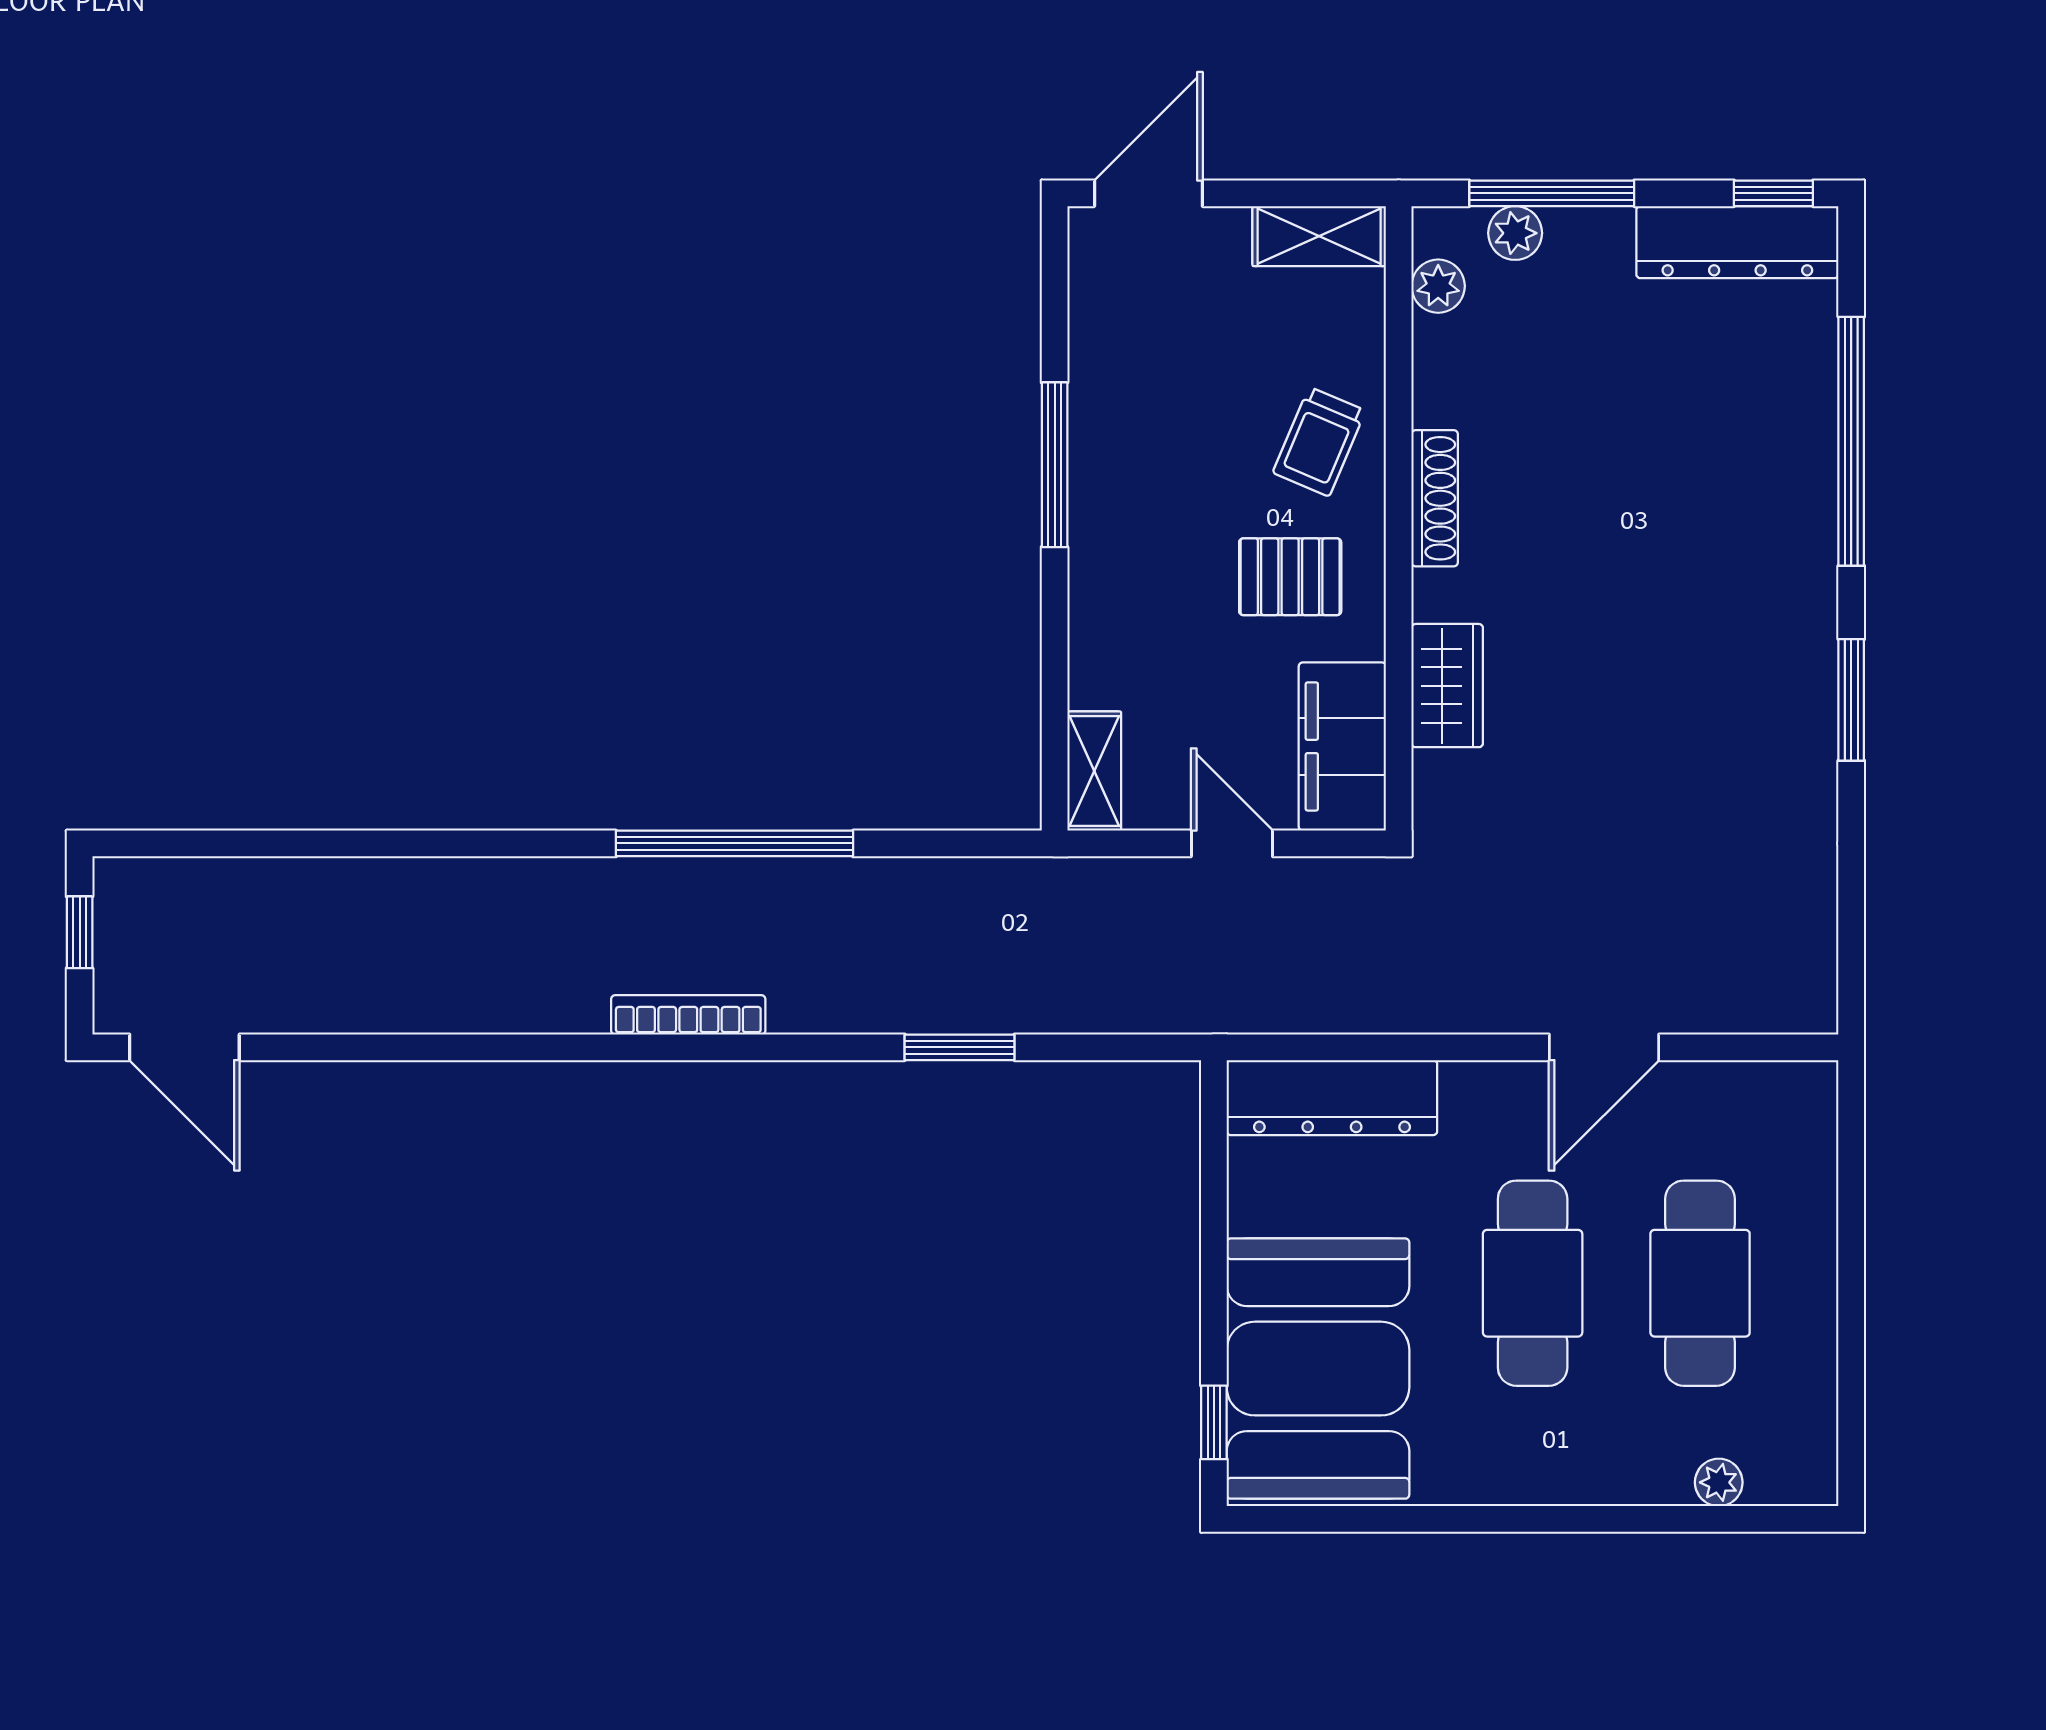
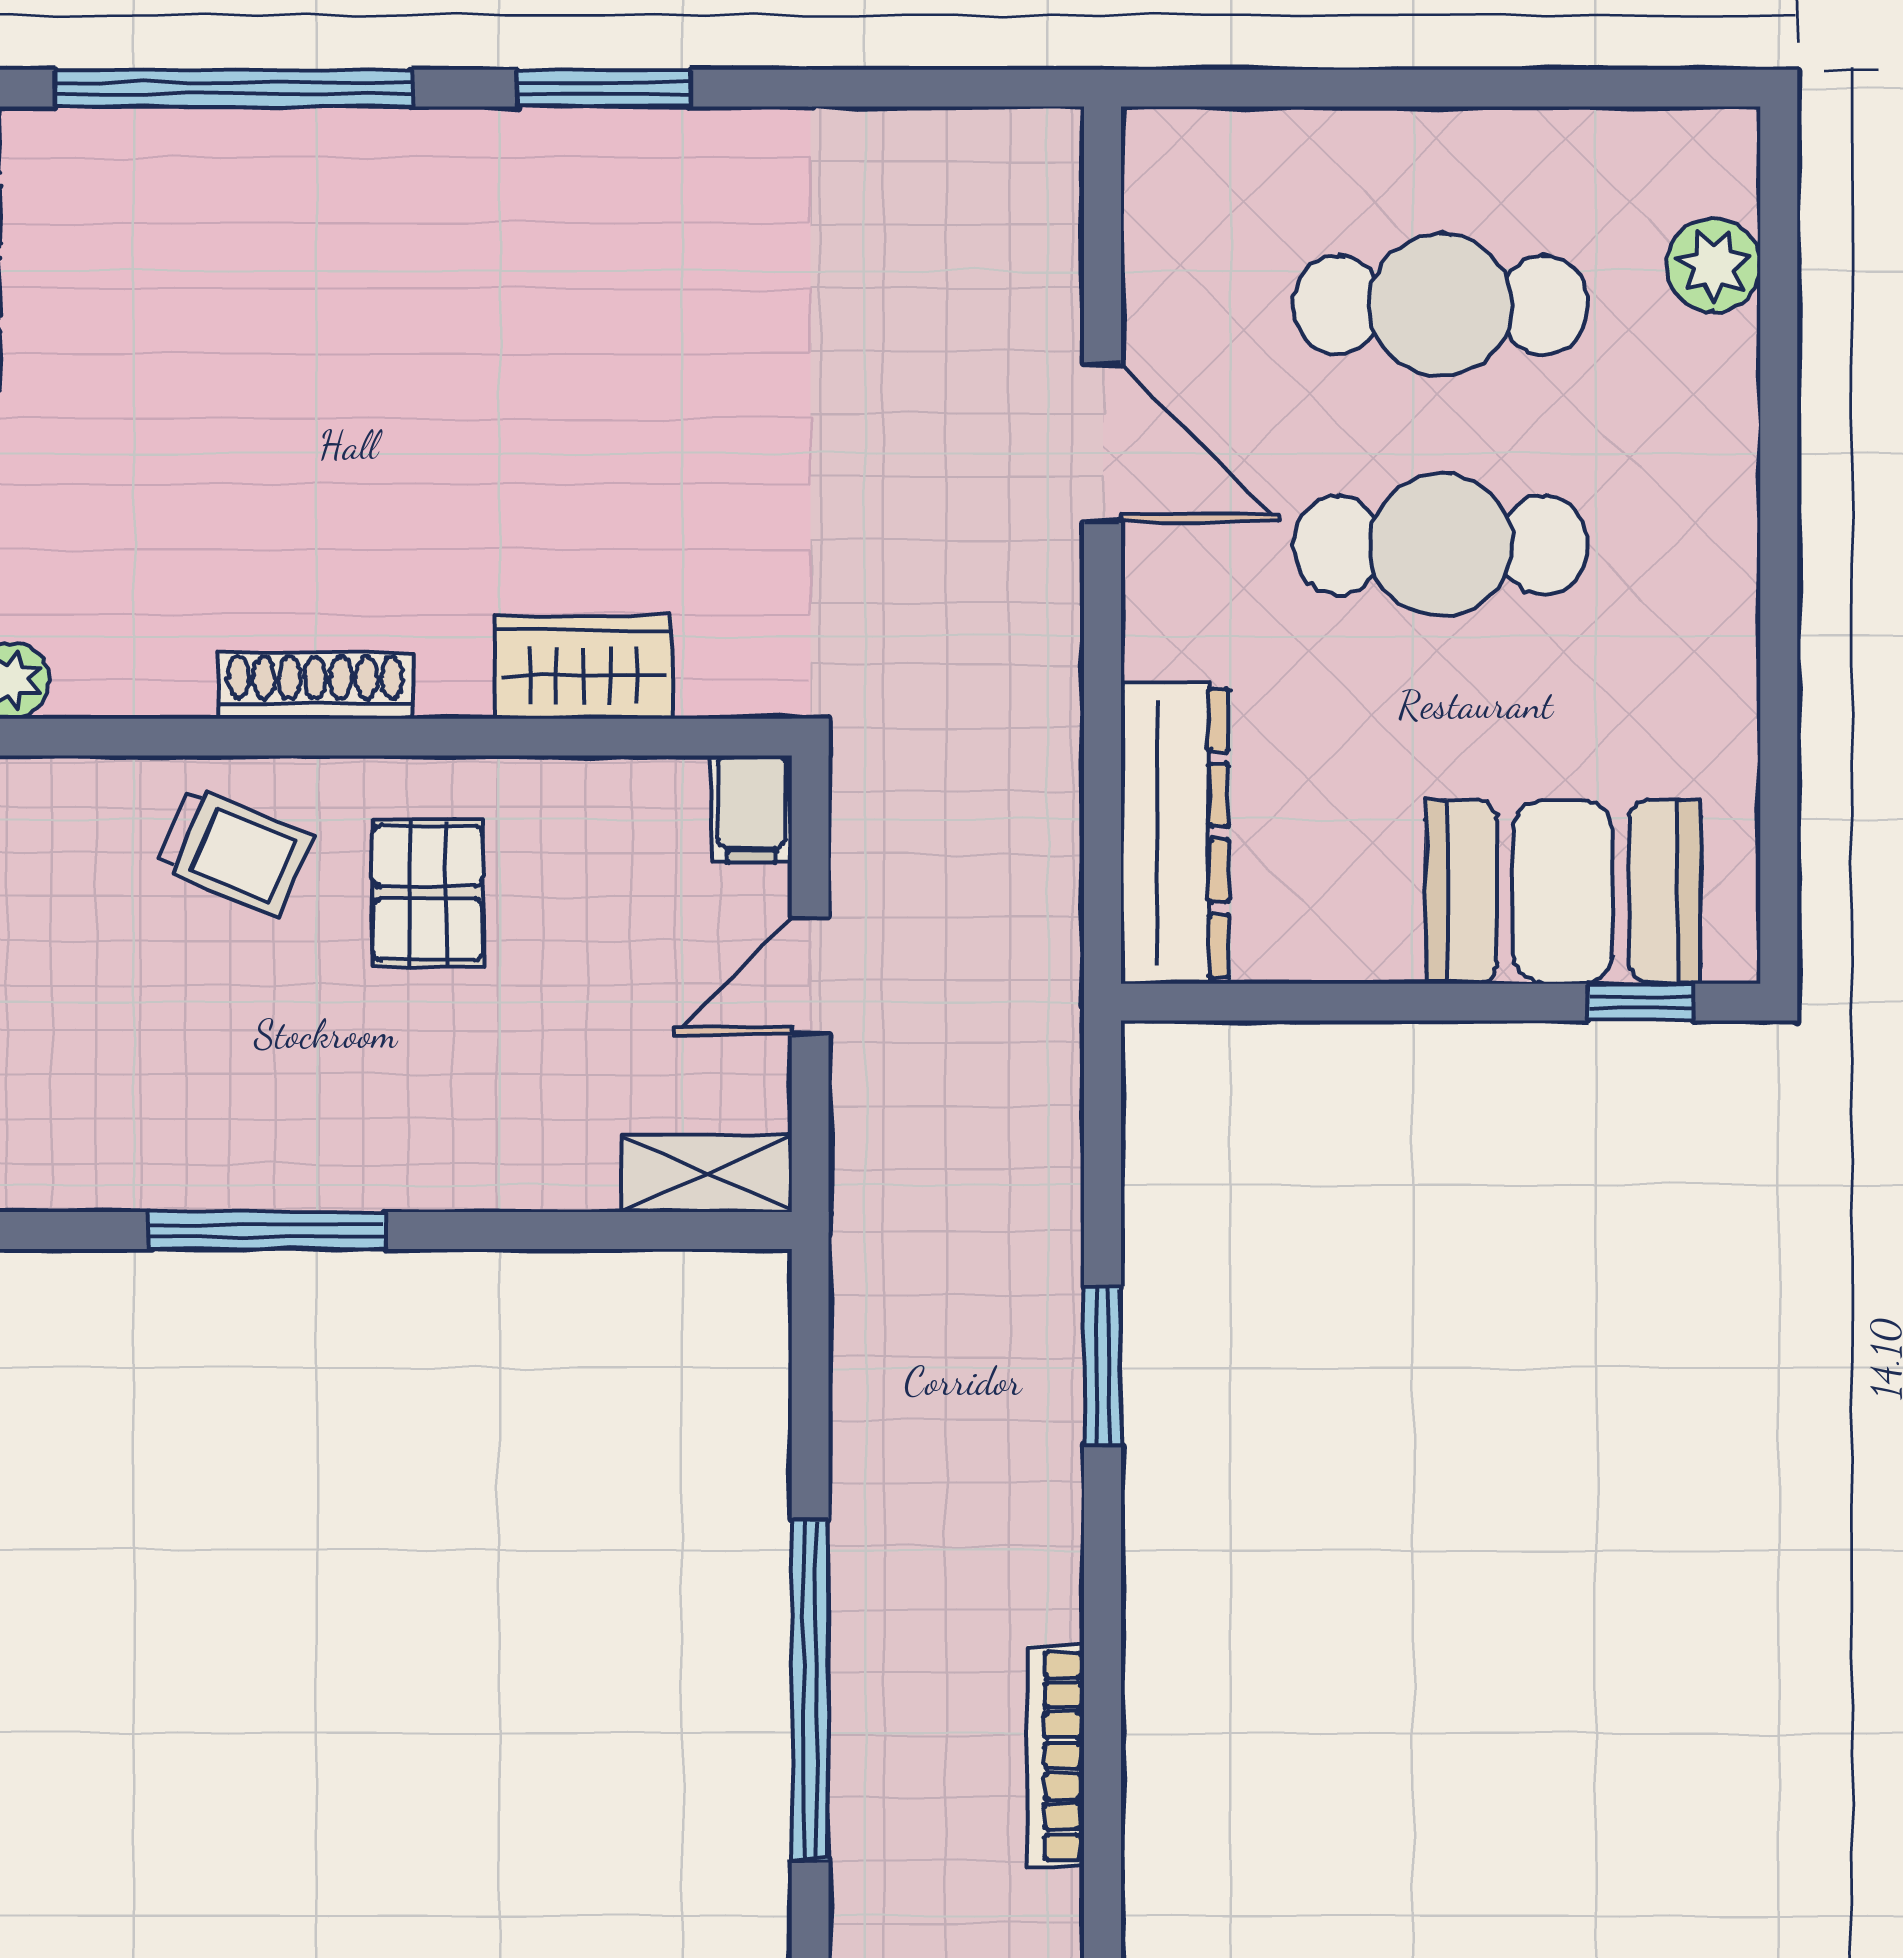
filing cabinet: (1342, 746) -> (752, 809), width x0.33, depth x0.86
booth: (1318, 1369) -> (1563, 892), width x0.73, depth x0.70
plant: (1719, 1482) -> (1714, 265), width x1.38, depth x1.38

